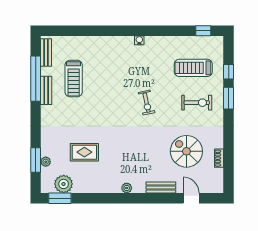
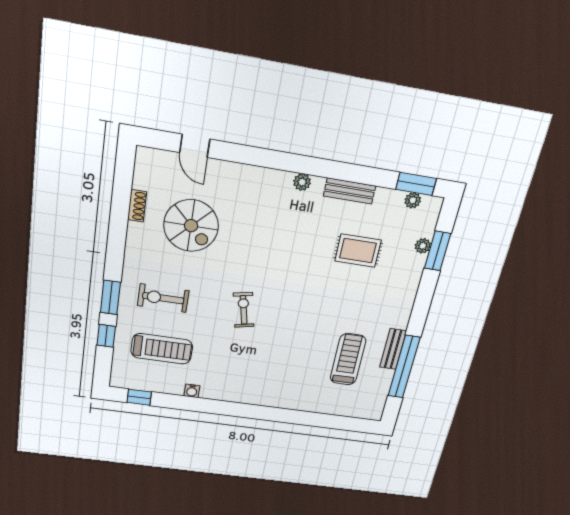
water cooler: (139, 40) -> (192, 391), moved
bench: (46, 52) -> (379, 399), removed
plant: (64, 184) -> (413, 200), width x0.53, depth x0.53
bench: (161, 188) -> (350, 191), moved

